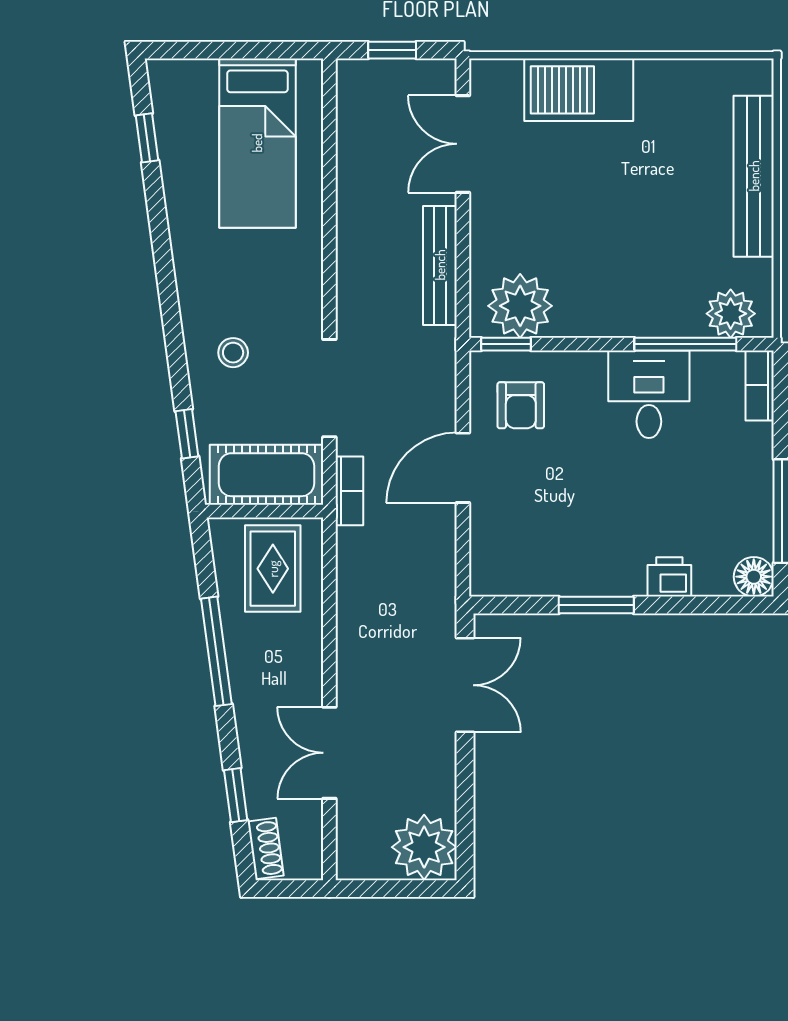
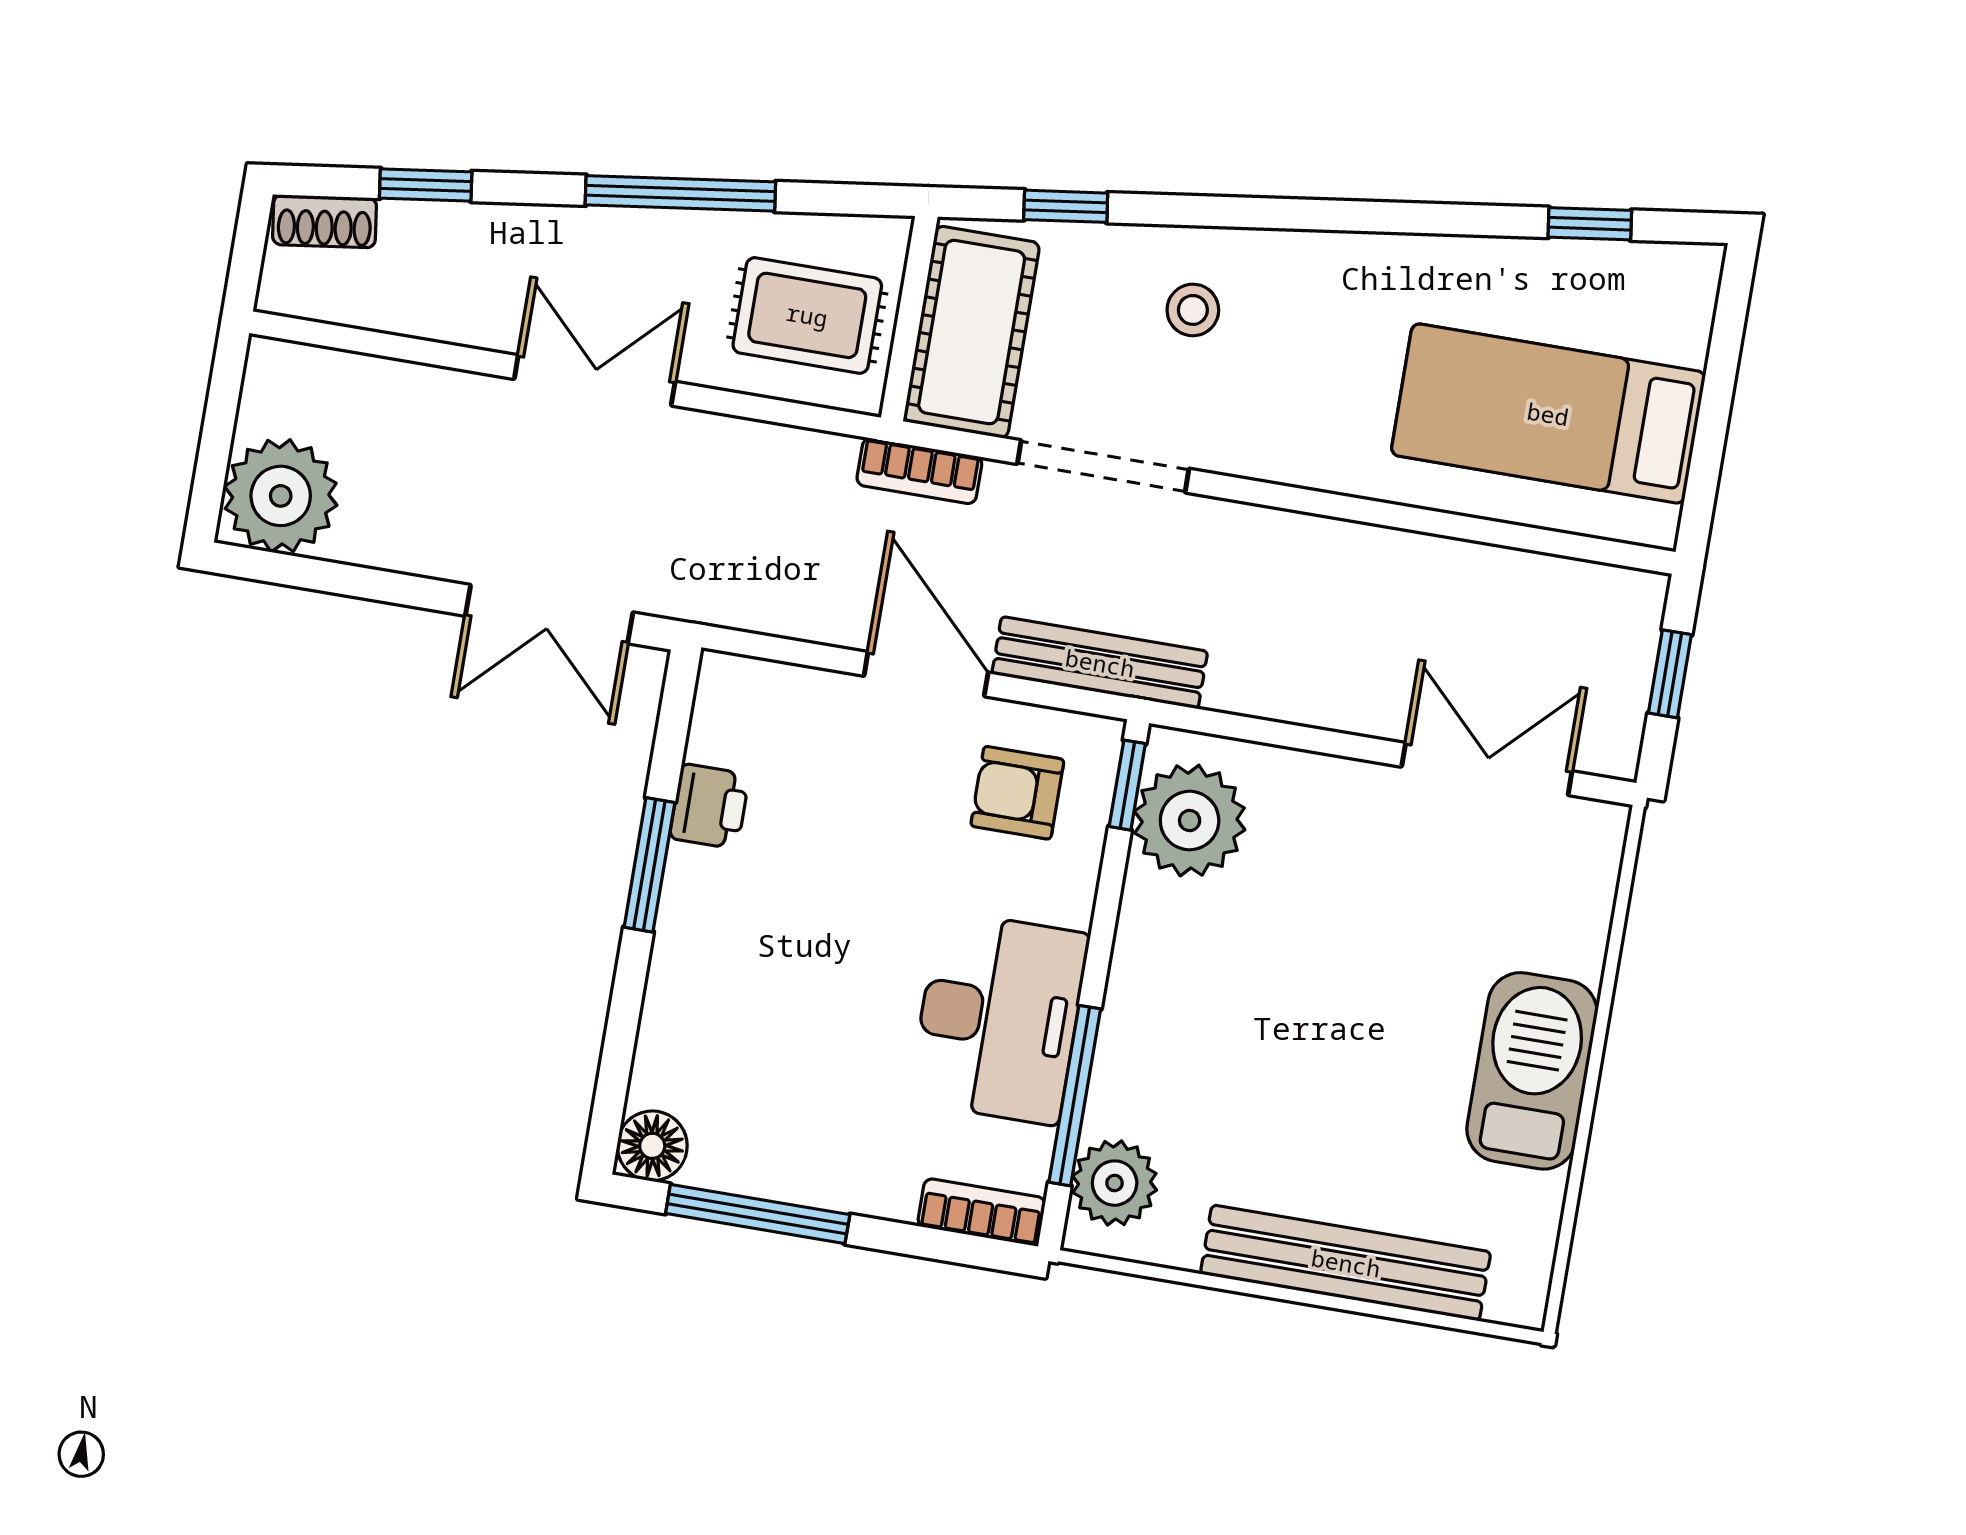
barbecue: (579, 90) -> (1532, 1071), moved
bench: (440, 265) -> (1100, 663), moved
desk: (649, 394) -> (999, 1018), width x1.37
printer: (669, 577) -> (709, 806), moved
double door: (329, 753) -> (595, 380), moved

